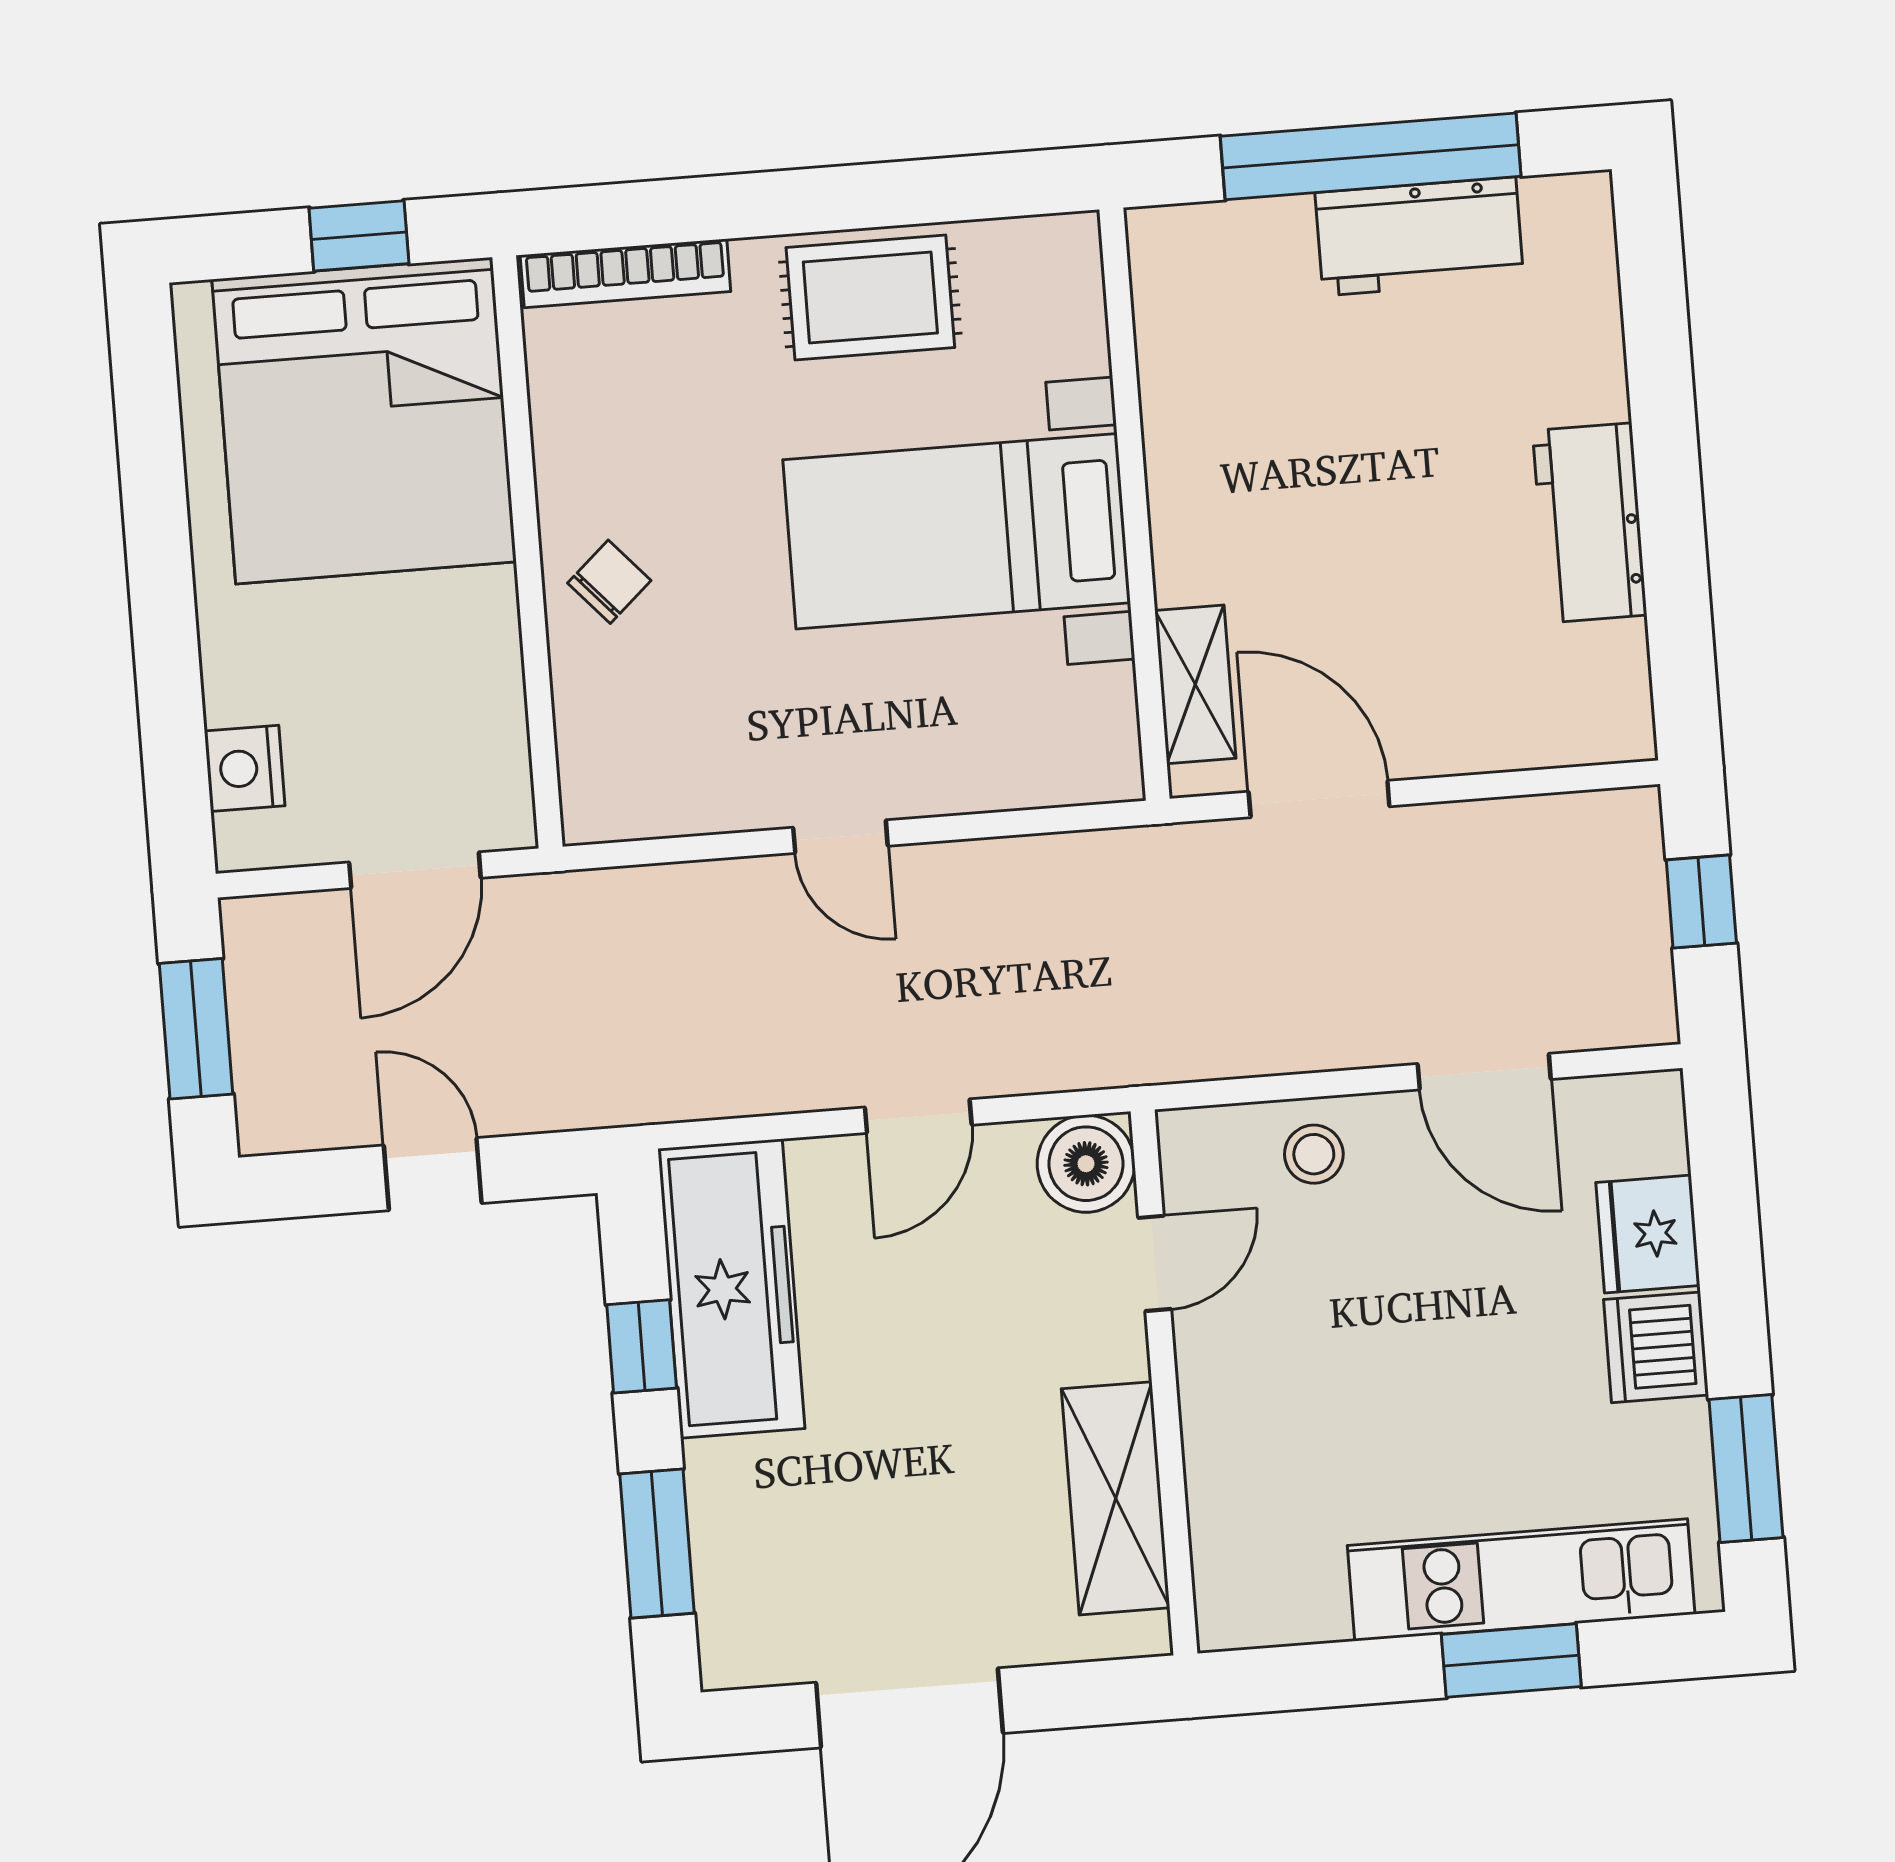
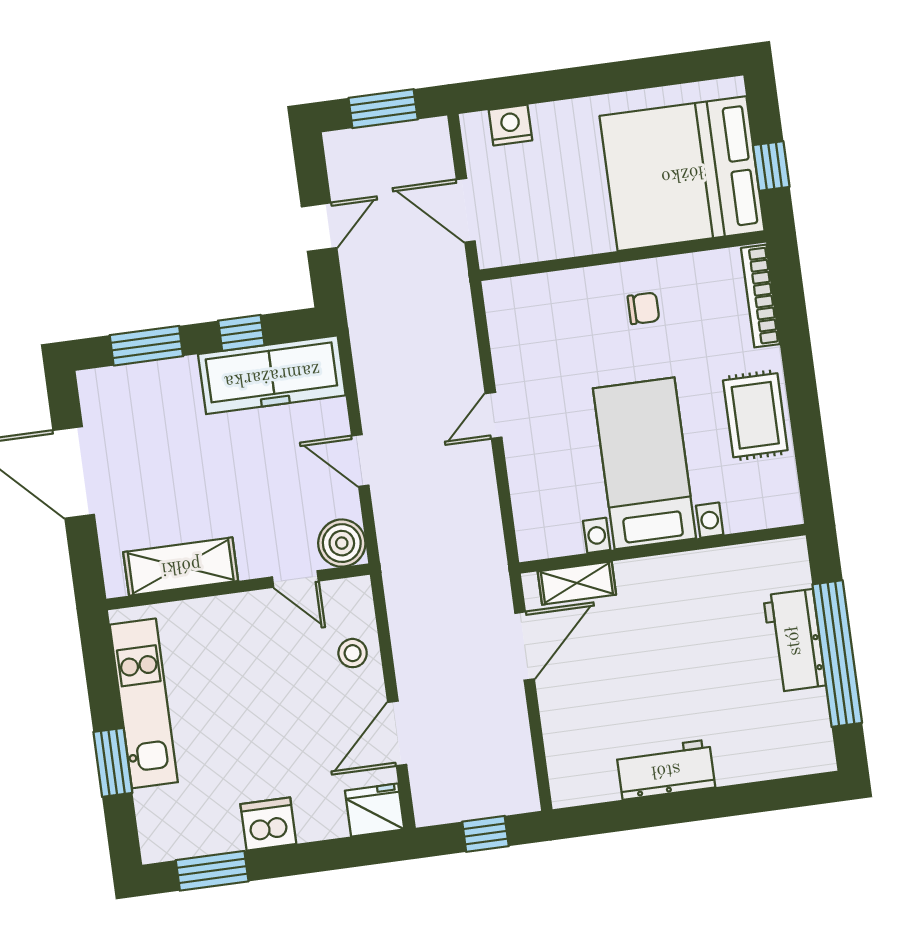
workbench: (1419, 236) -> (794, 641), moved
chair: (609, 582) -> (643, 308), moved, turned -48
fridge: (1648, 1234) -> (375, 810), moved
kitchen unit: (1521, 1580) -> (144, 703), moved

